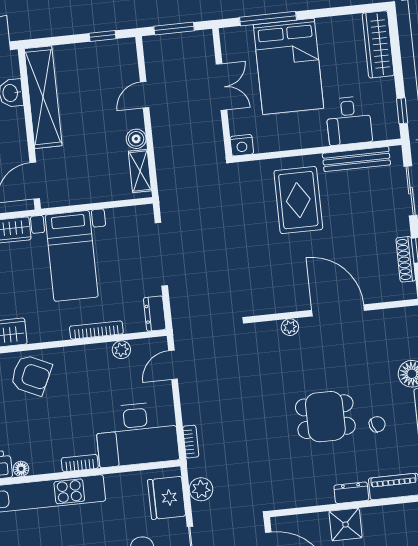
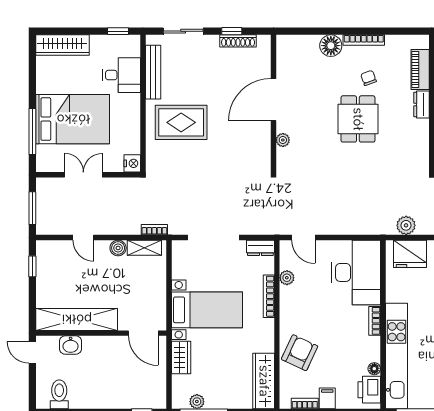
bookcase: (191, 442) -> (154, 230), moved

